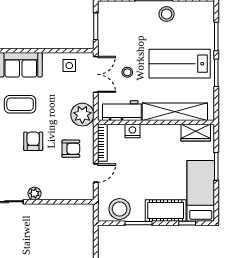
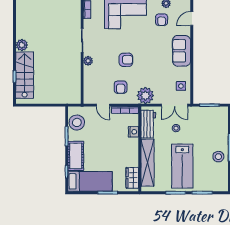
lab bench: (180, 64) -> (182, 166), turned 180
coffee table: (20, 104) -> (153, 50), removed

